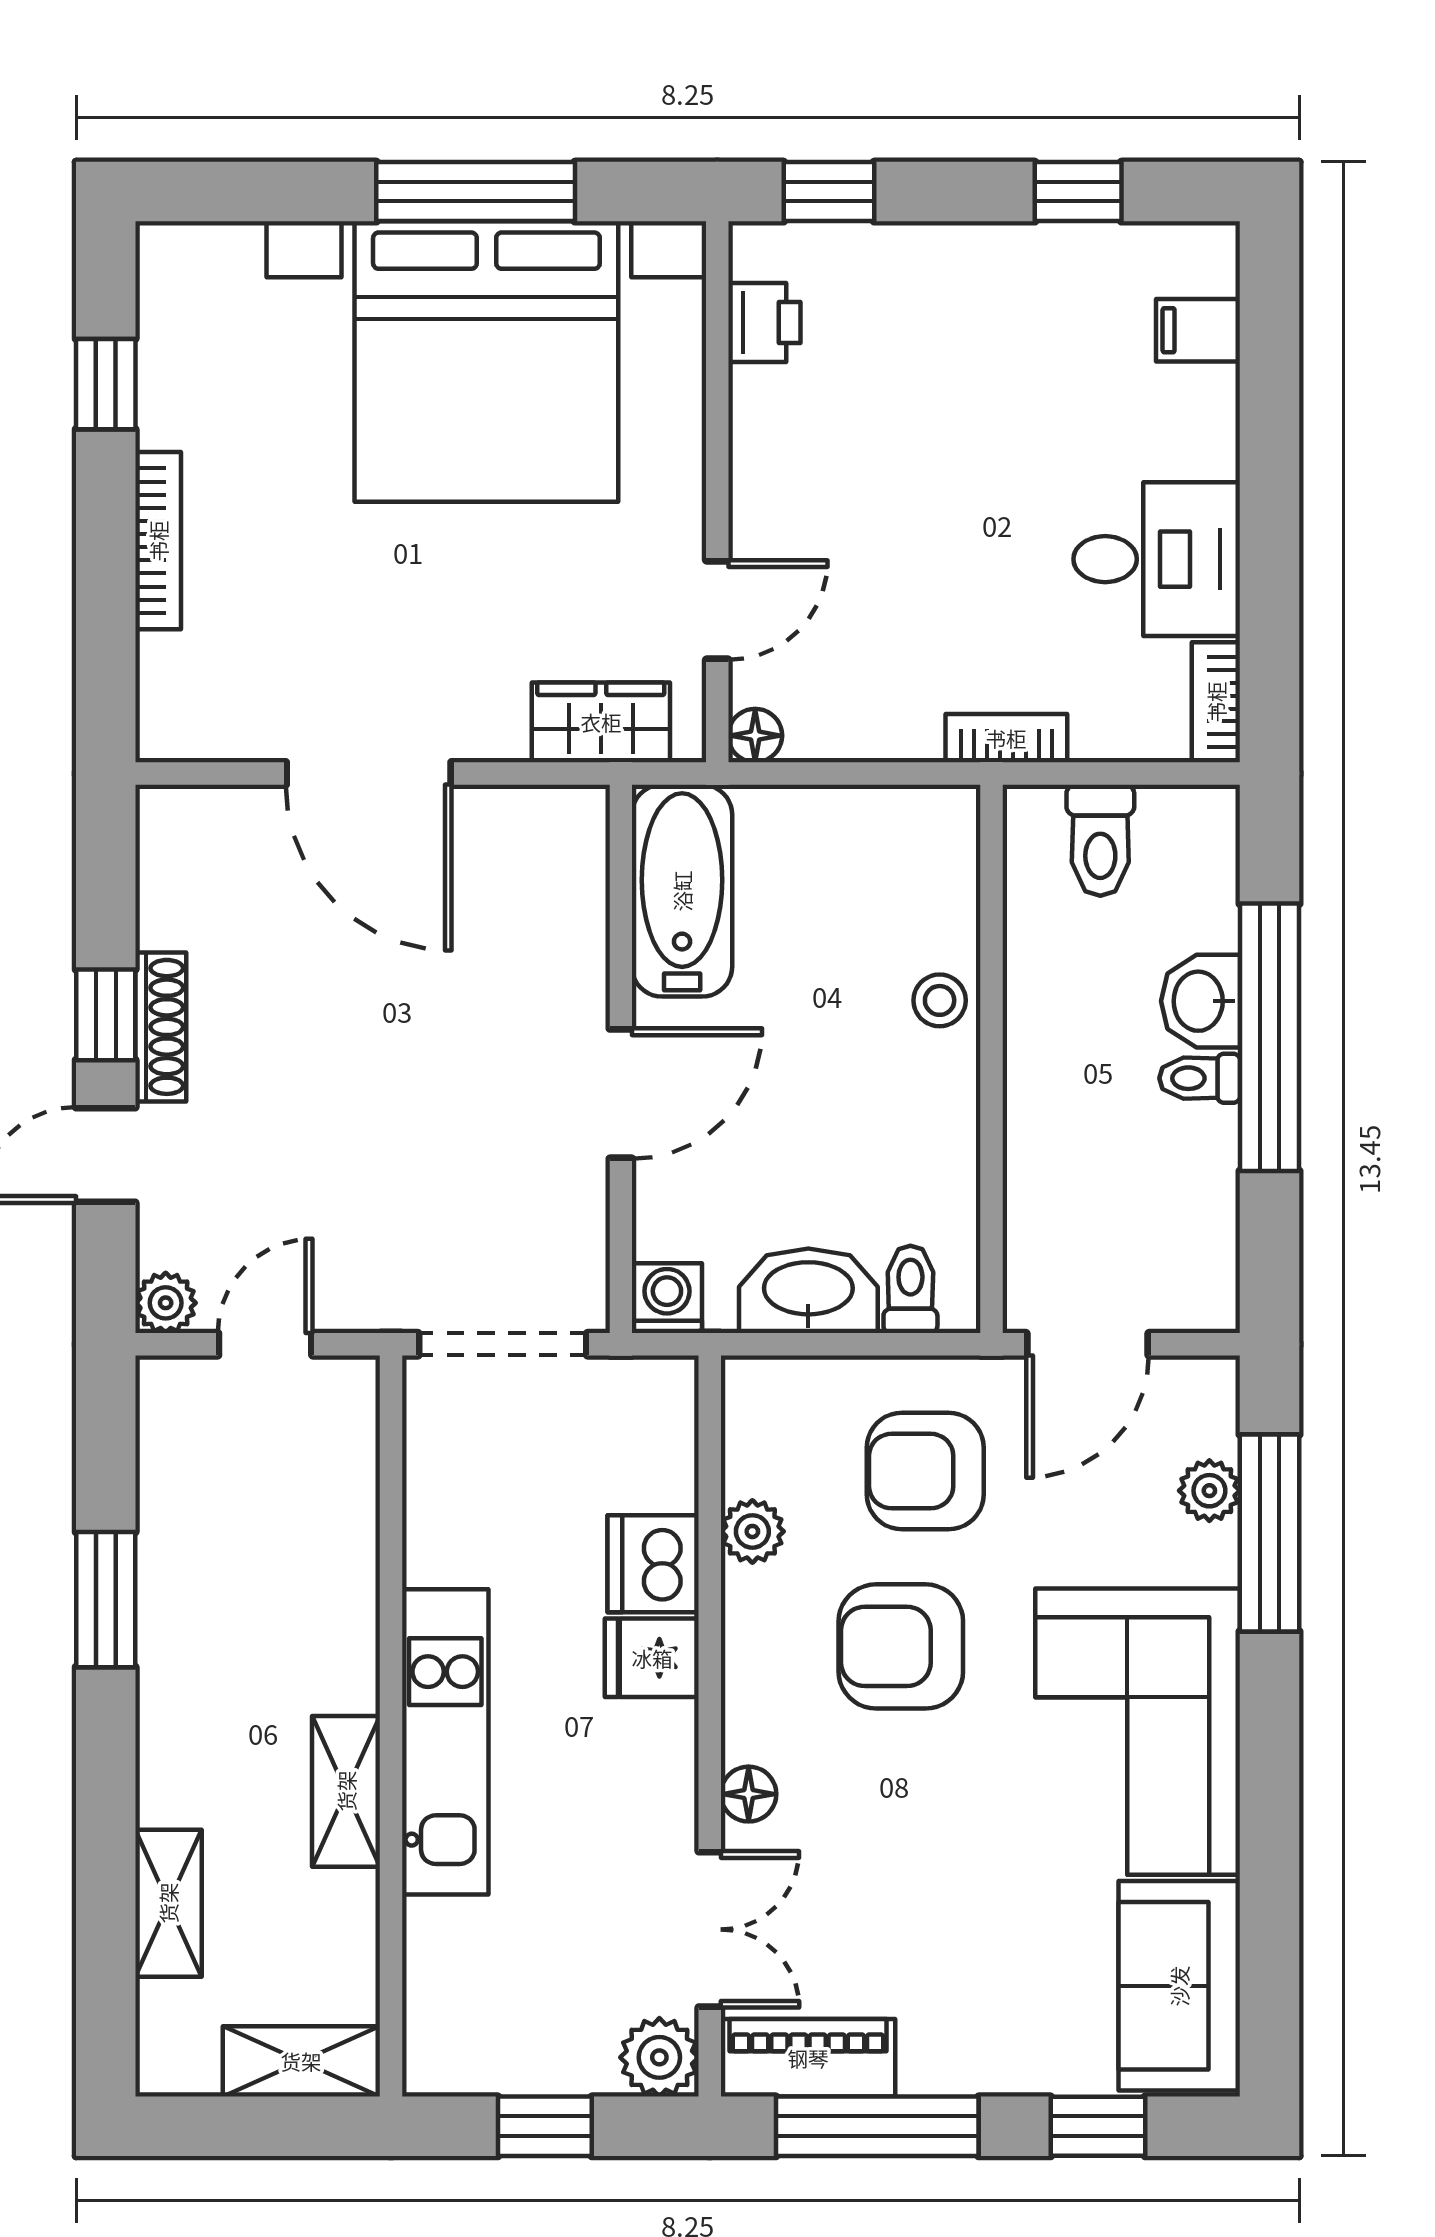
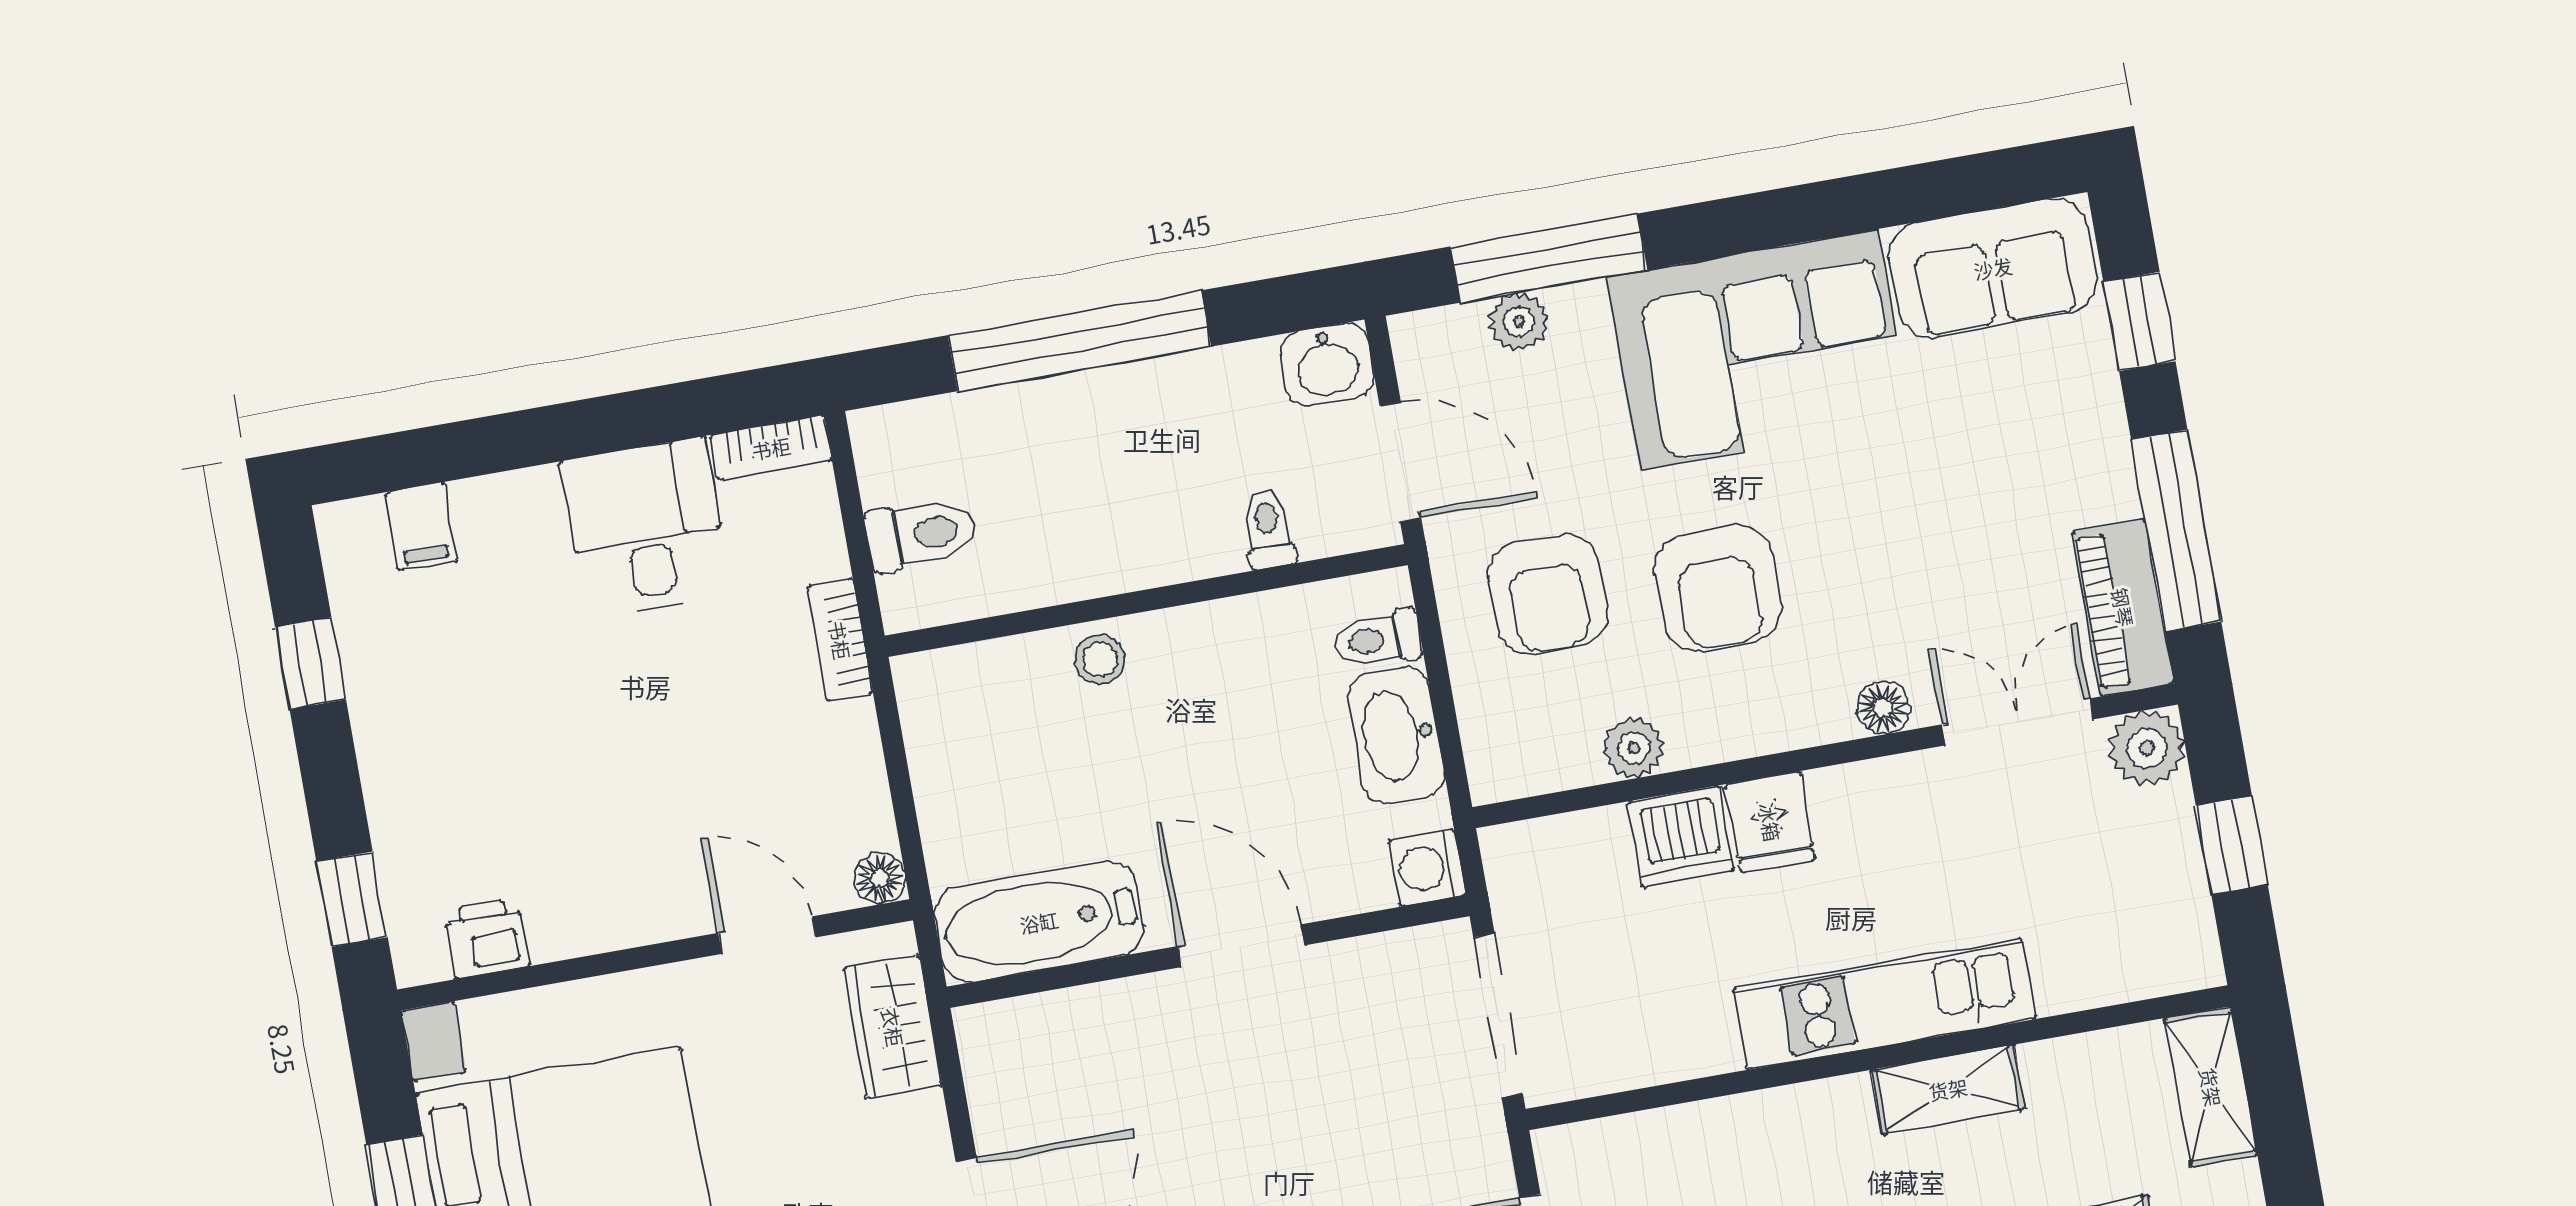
washbasin: (1201, 1001) -> (1327, 364), moved
toilet: (1200, 1078) -> (1268, 529), moved, turned 180

